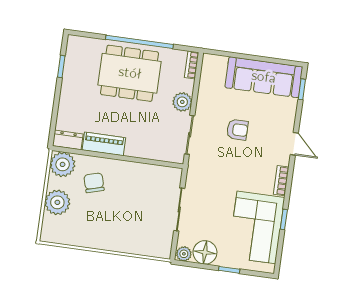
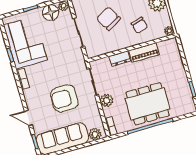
plant: (218, 64) -> (95, 134), added
armchair: (237, 130) -> (64, 98), width x1.88, depth x1.88
dresser: (68, 140) -> (120, 59), moved
door: (294, 144) -> (28, 118), moved
plant: (63, 164) -> (169, 31), width x0.53, depth x0.53
chair: (131, 210) -> (108, 19), added

